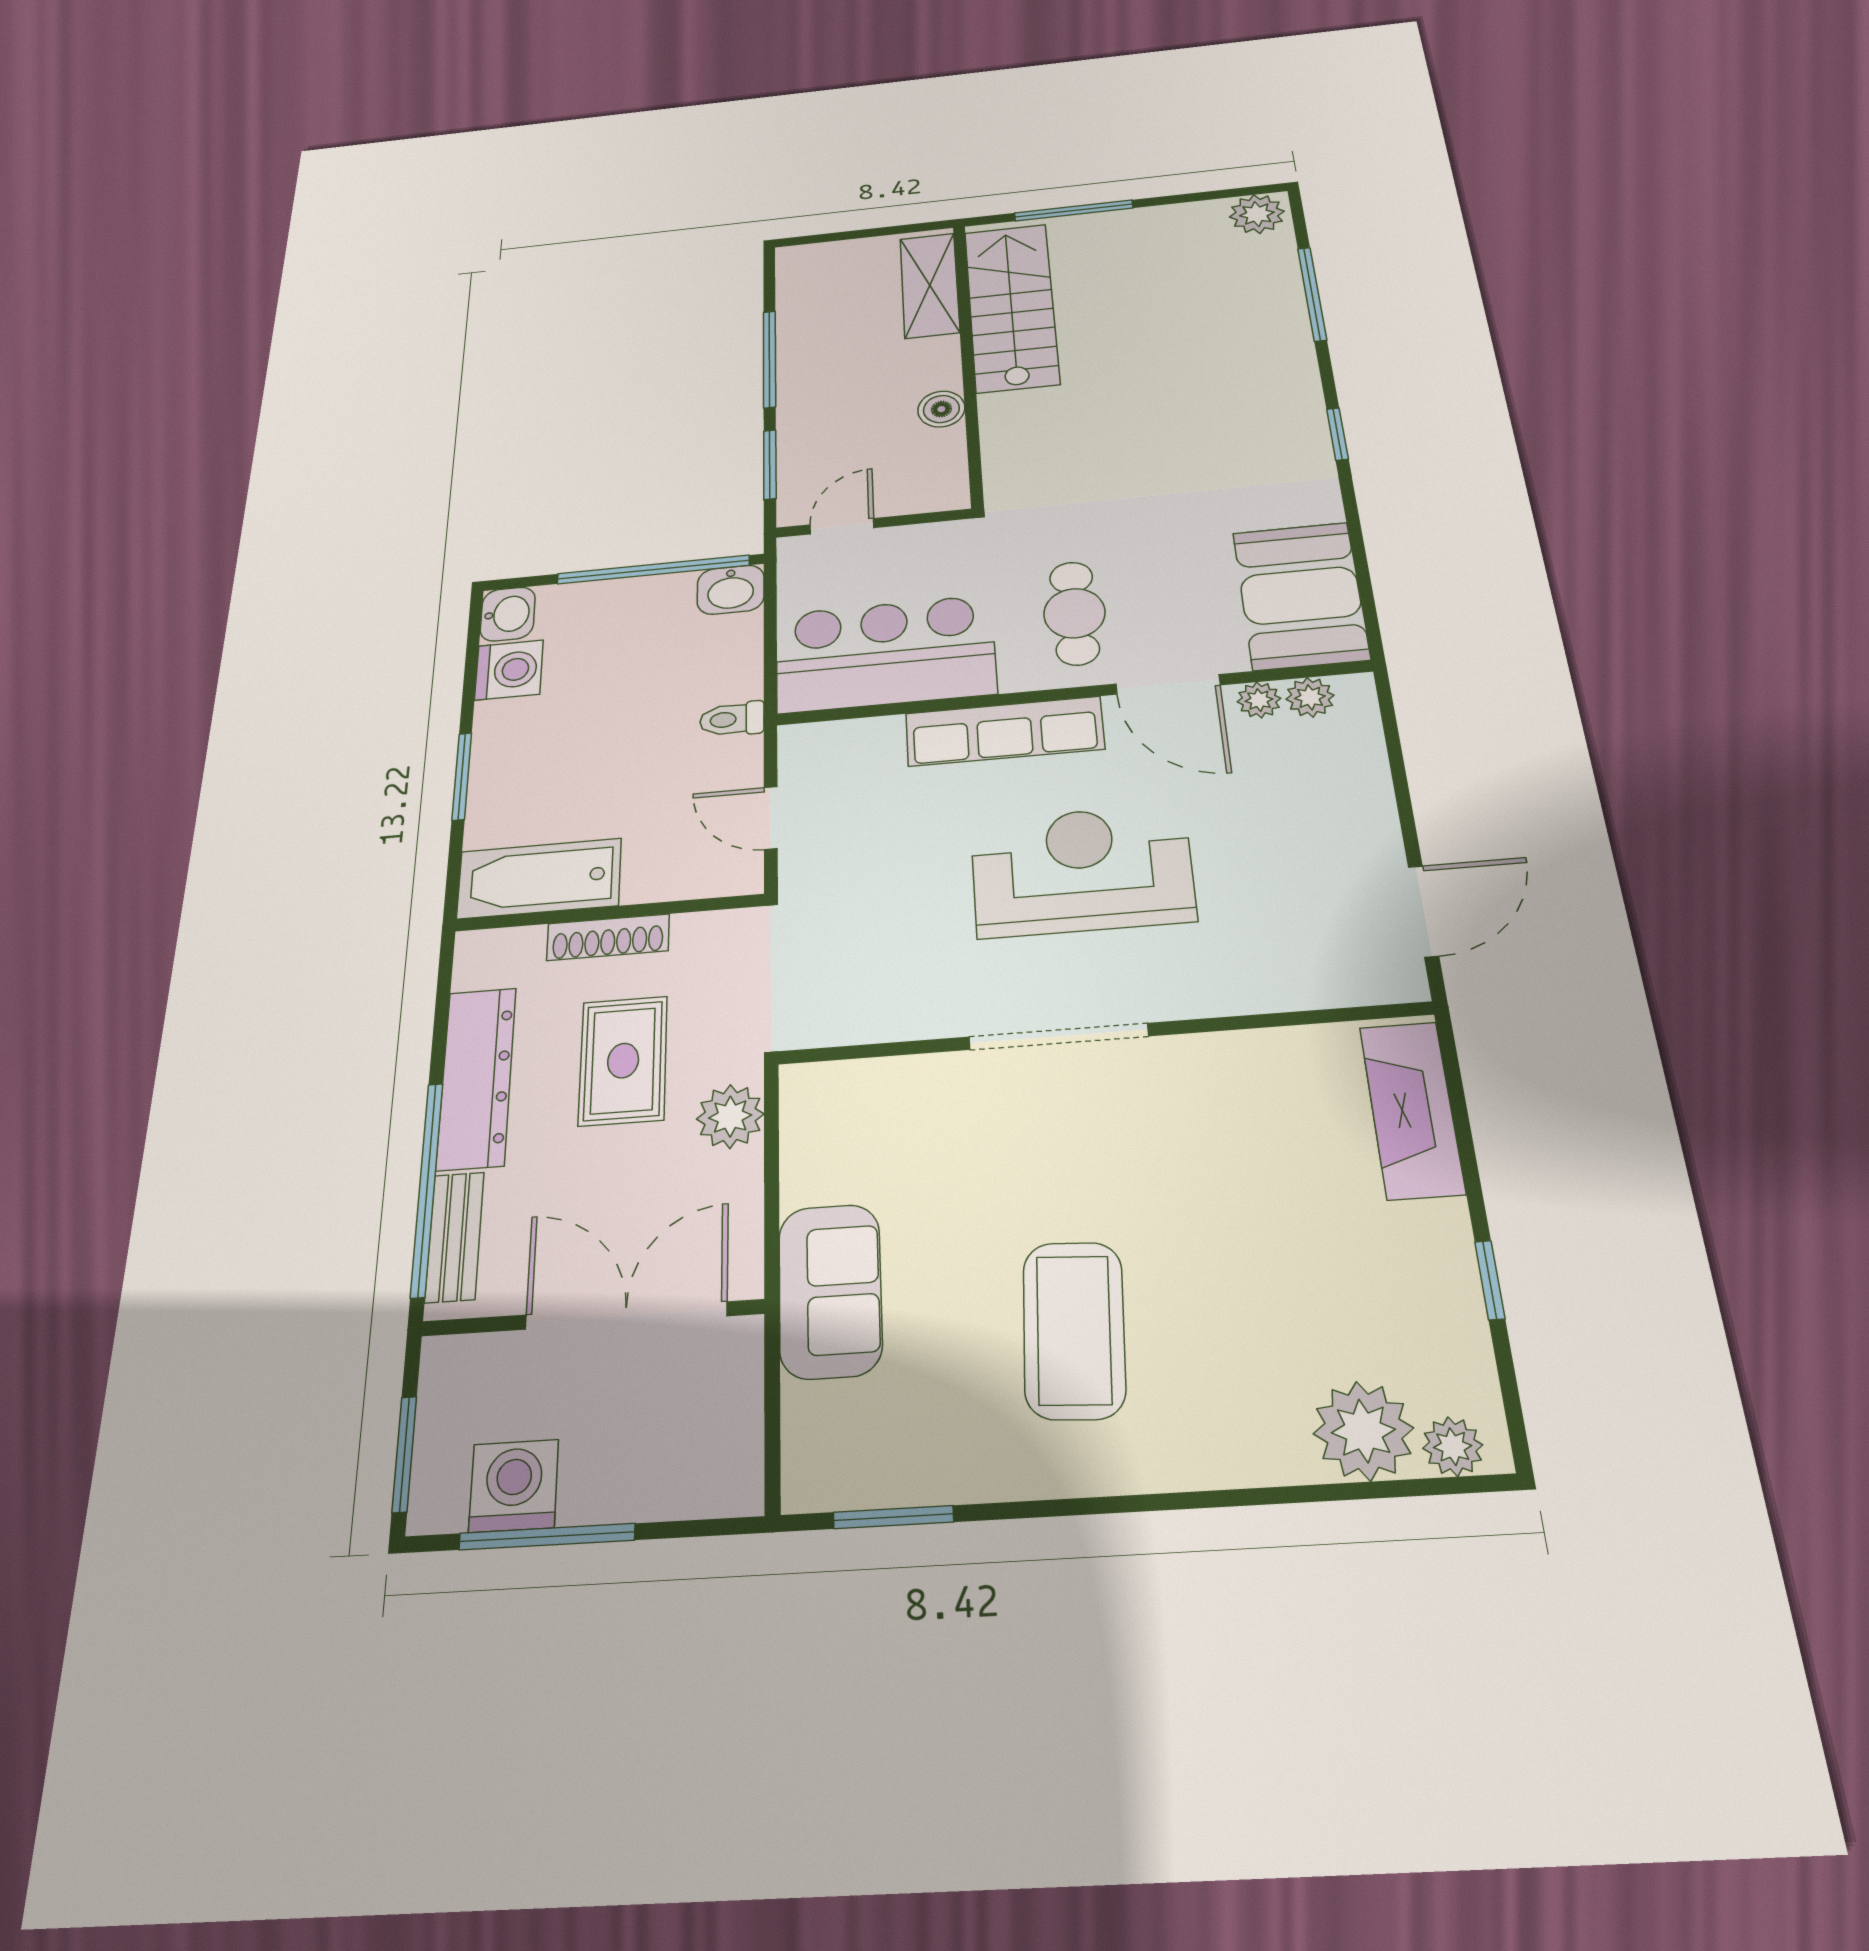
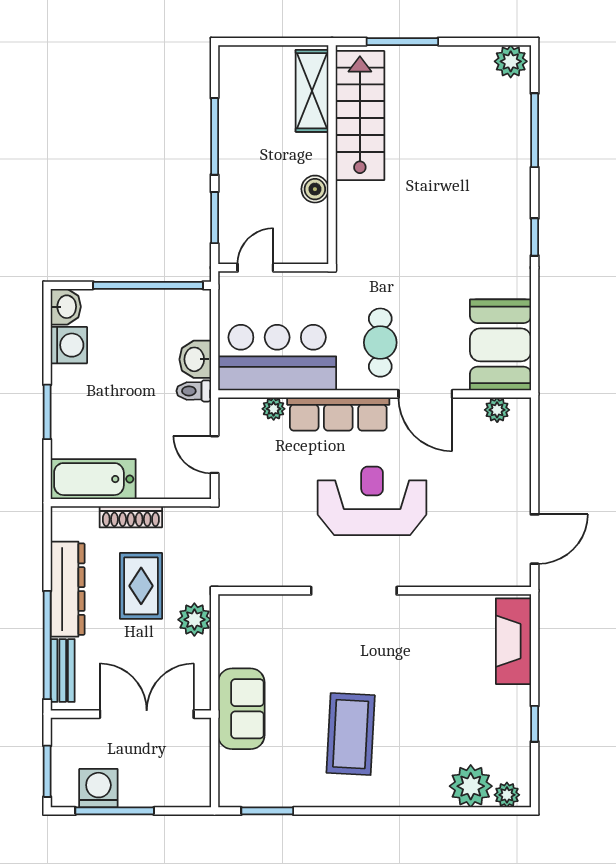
washbasin: (731, 590) -> (195, 359), moved, turned 90
plant: (1259, 700) -> (274, 409), moved

